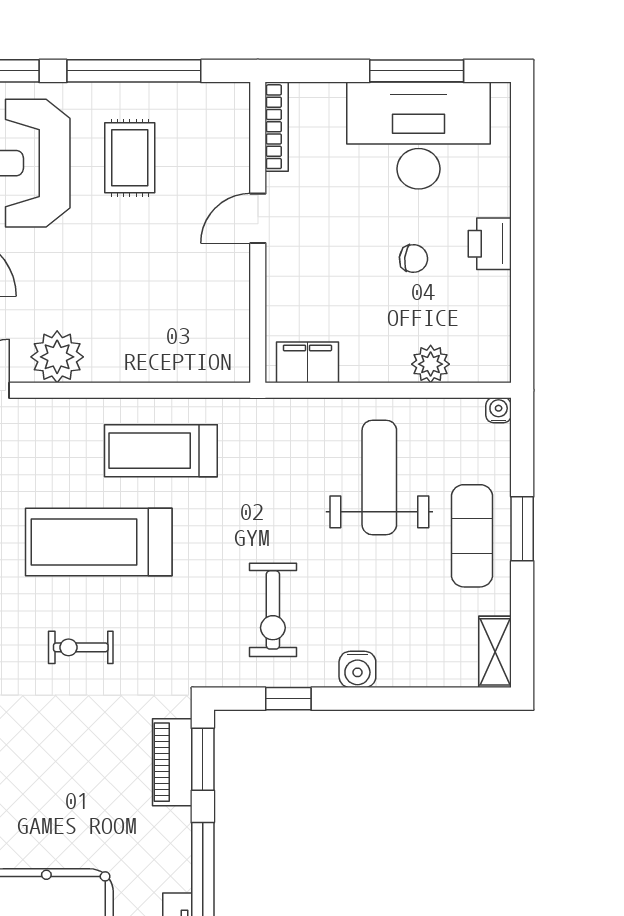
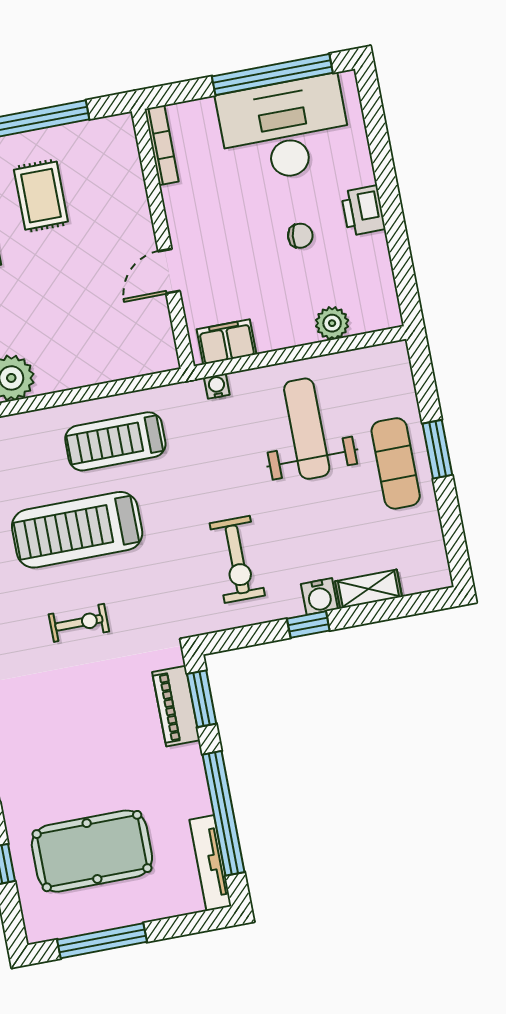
window: (417, 71) -> (272, 75), width x1.46
door: (258, 218) -> (169, 271), moved
water cooler: (499, 410) -> (217, 386), moved
exercise bike: (81, 647) -> (79, 623), turned 180
shelving: (495, 652) -> (368, 589), moved, turned 90
window: (288, 699) -> (308, 625), moved

